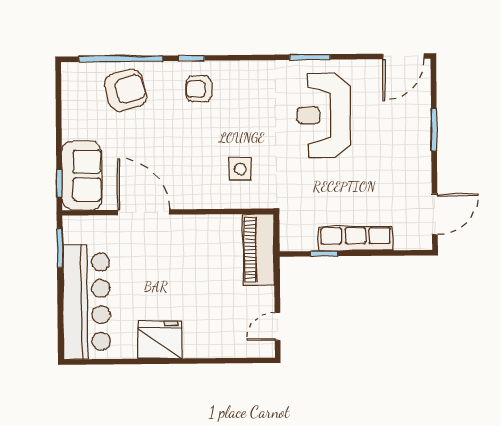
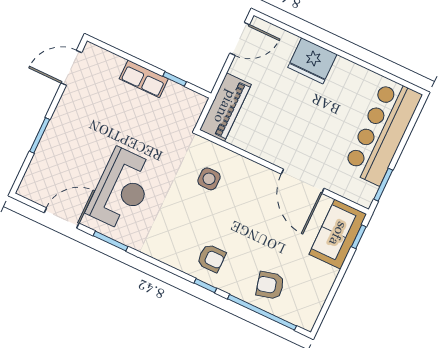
door: (403, 56) -> (62, 218), moved
armchair: (126, 90) -> (270, 285), width x0.72, depth x0.72
row of seats: (356, 239) -> (144, 79), width x0.68
door: (277, 326) -> (240, 39), width x1.38
fridge: (160, 340) -> (312, 61), moved

